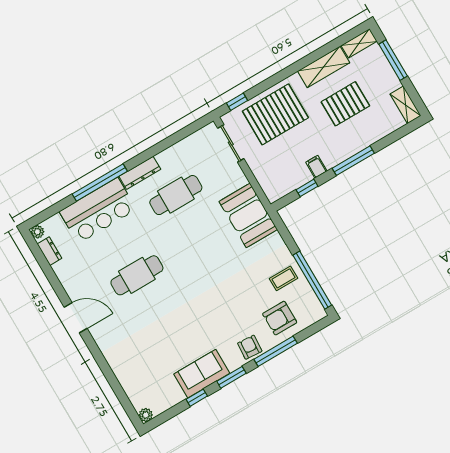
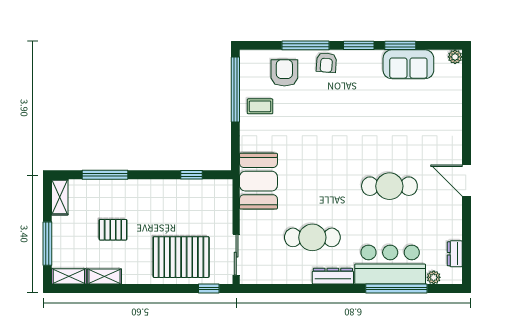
shelving: (324, 67) -> (104, 277), width x0.67, depth x0.75
pallet: (345, 104) -> (113, 230), width x0.67, depth x0.71
window: (353, 161) -> (105, 175), moved
filing cabinet: (316, 167) -> (172, 189), removed
window: (100, 183) -> (396, 289), moved
plant: (37, 232) -> (434, 277), moved
armchair: (280, 318) -> (284, 73), turned -90
sofa: (202, 374) -> (408, 64), moved
window: (197, 398) -> (400, 45), width x1.50

